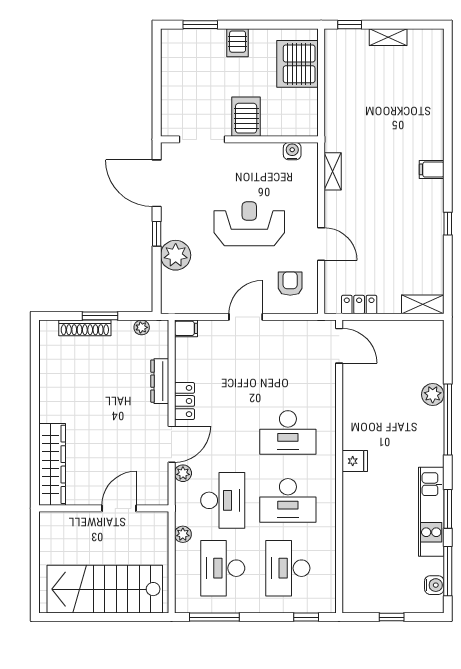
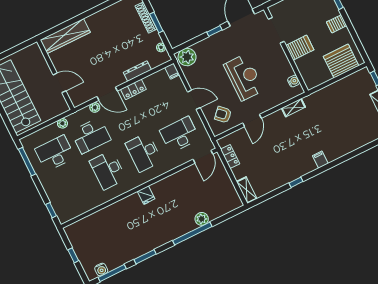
plant: (176, 255) -> (187, 57), moved
armchair: (290, 284) -> (223, 115), turned -136
kitchen unit: (431, 512) -> (139, 249), removed
desk: (288, 568) -> (180, 135), moved

